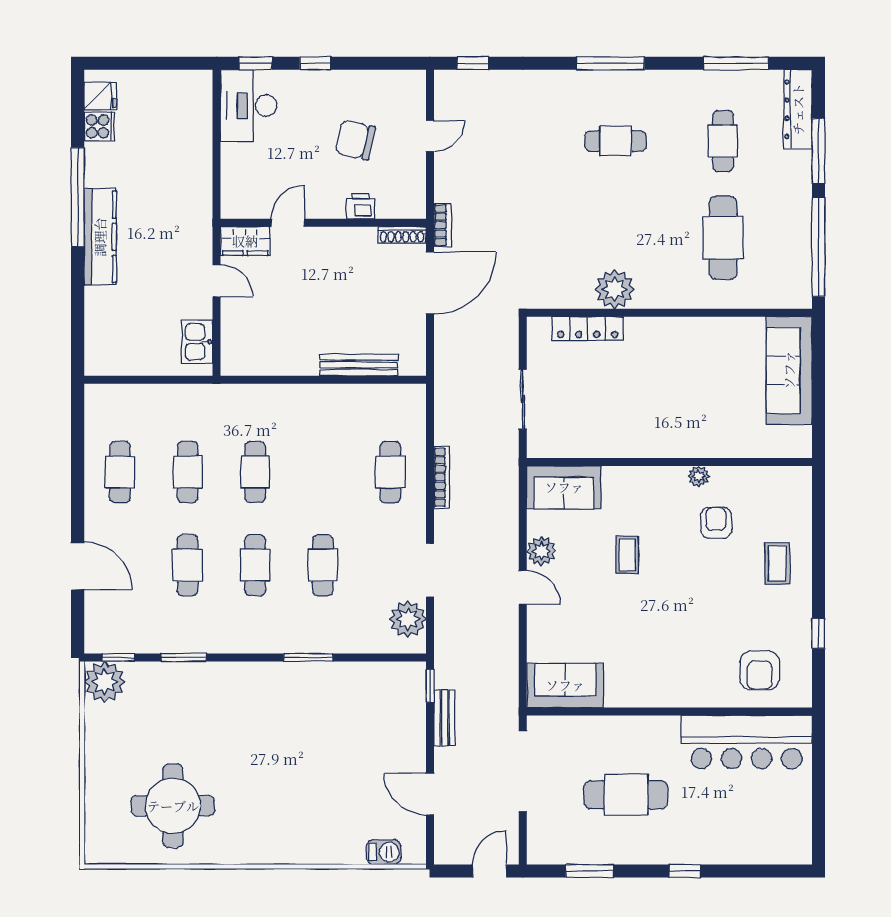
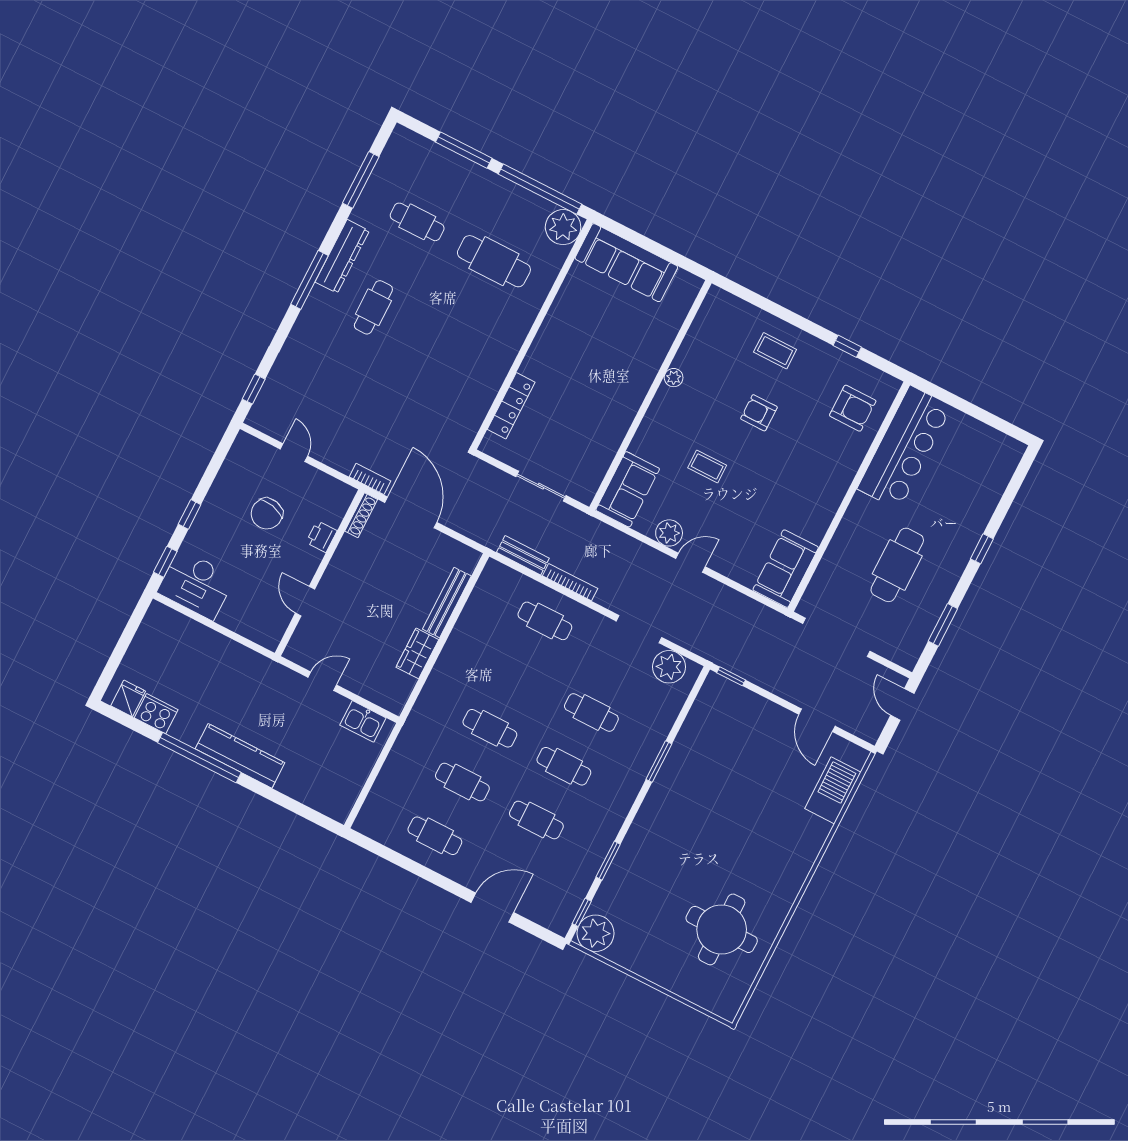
dresser: (798, 109) -> (342, 256), moved, turned -90
cooker: (99, 126) -> (156, 714), width x1.36
wardrobe: (245, 241) -> (417, 653), moved, turned 180
plant: (615, 289) -> (563, 227), moved
armchair: (716, 523) -> (759, 413), moved
bench: (445, 718) -> (523, 555), moved
door: (430, 794) -> (817, 720), hinge flipped
barbecue: (384, 852) -> (833, 790), width x1.88, depth x1.53

